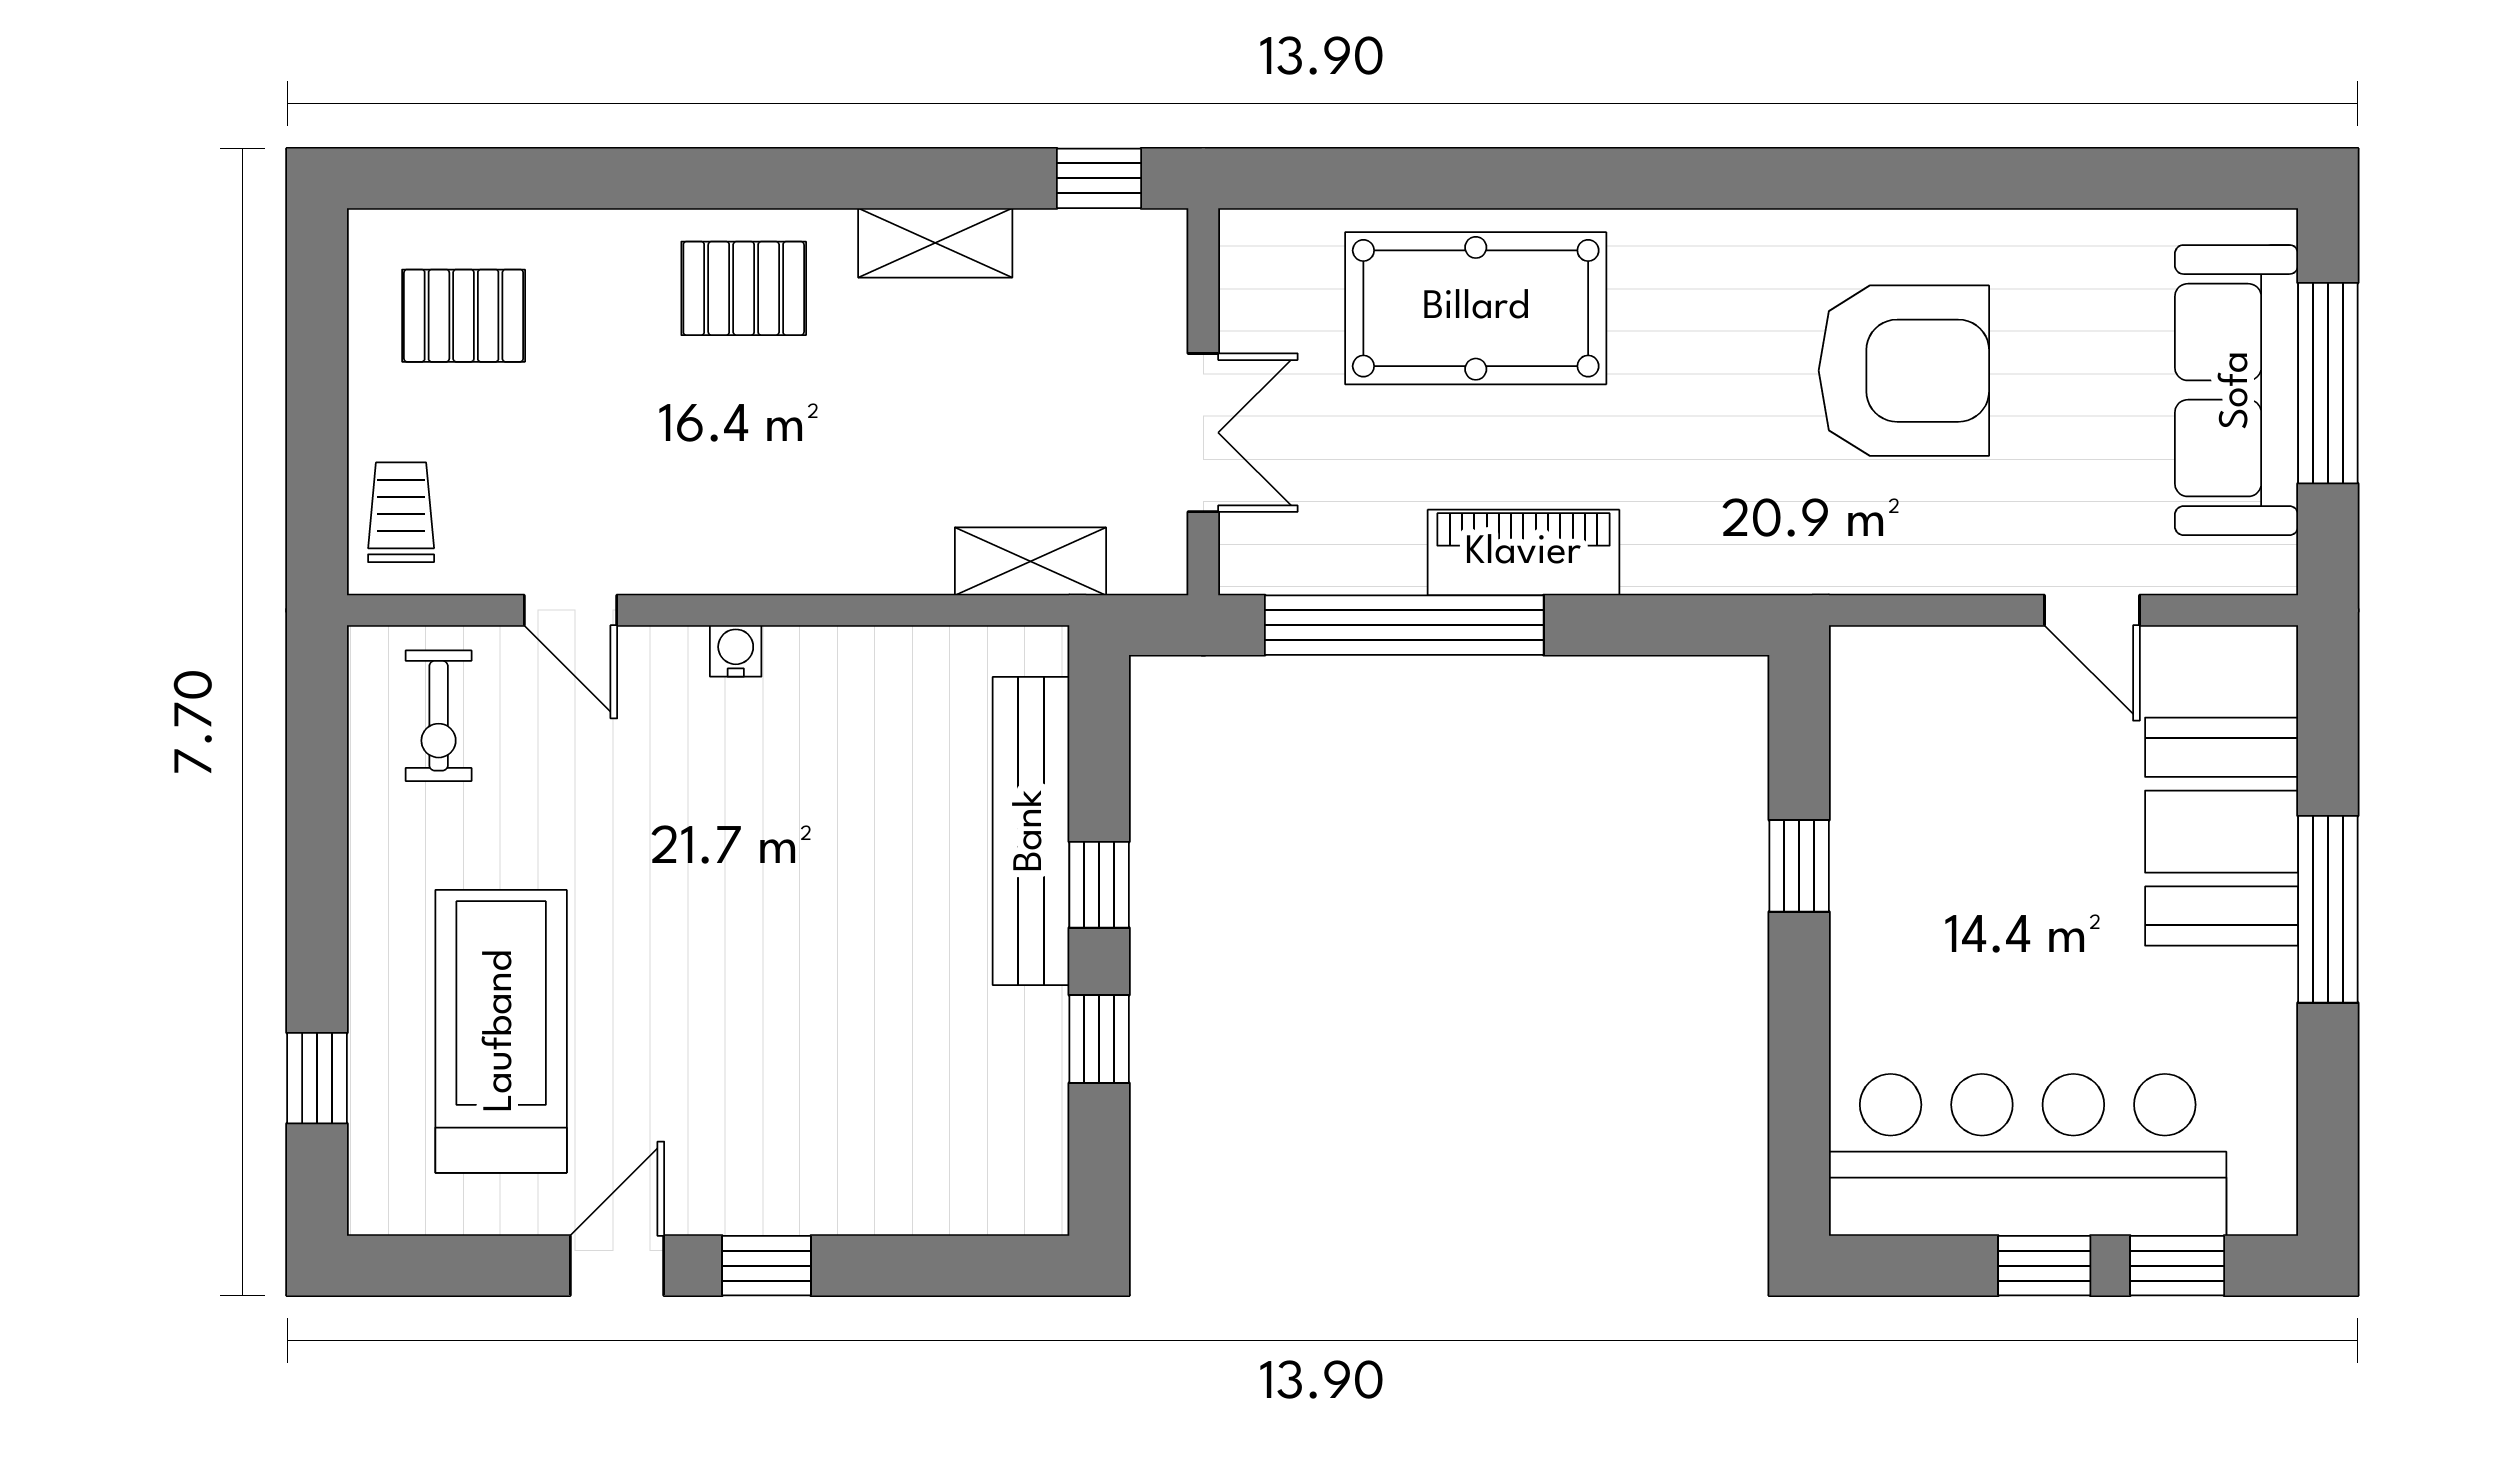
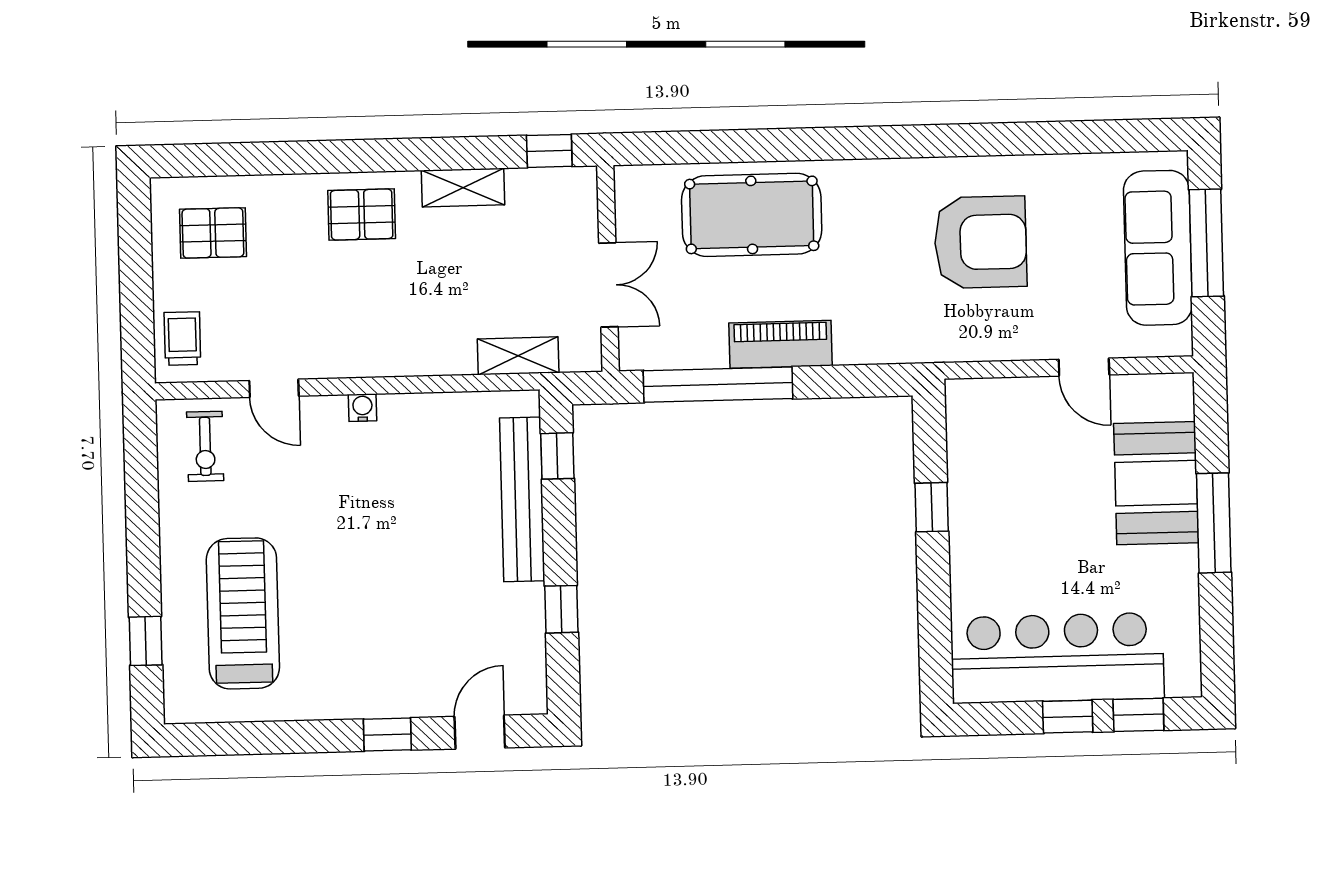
window: (1099, 885) -> (557, 456), moved
door: (617, 1266) -> (480, 732), moved

